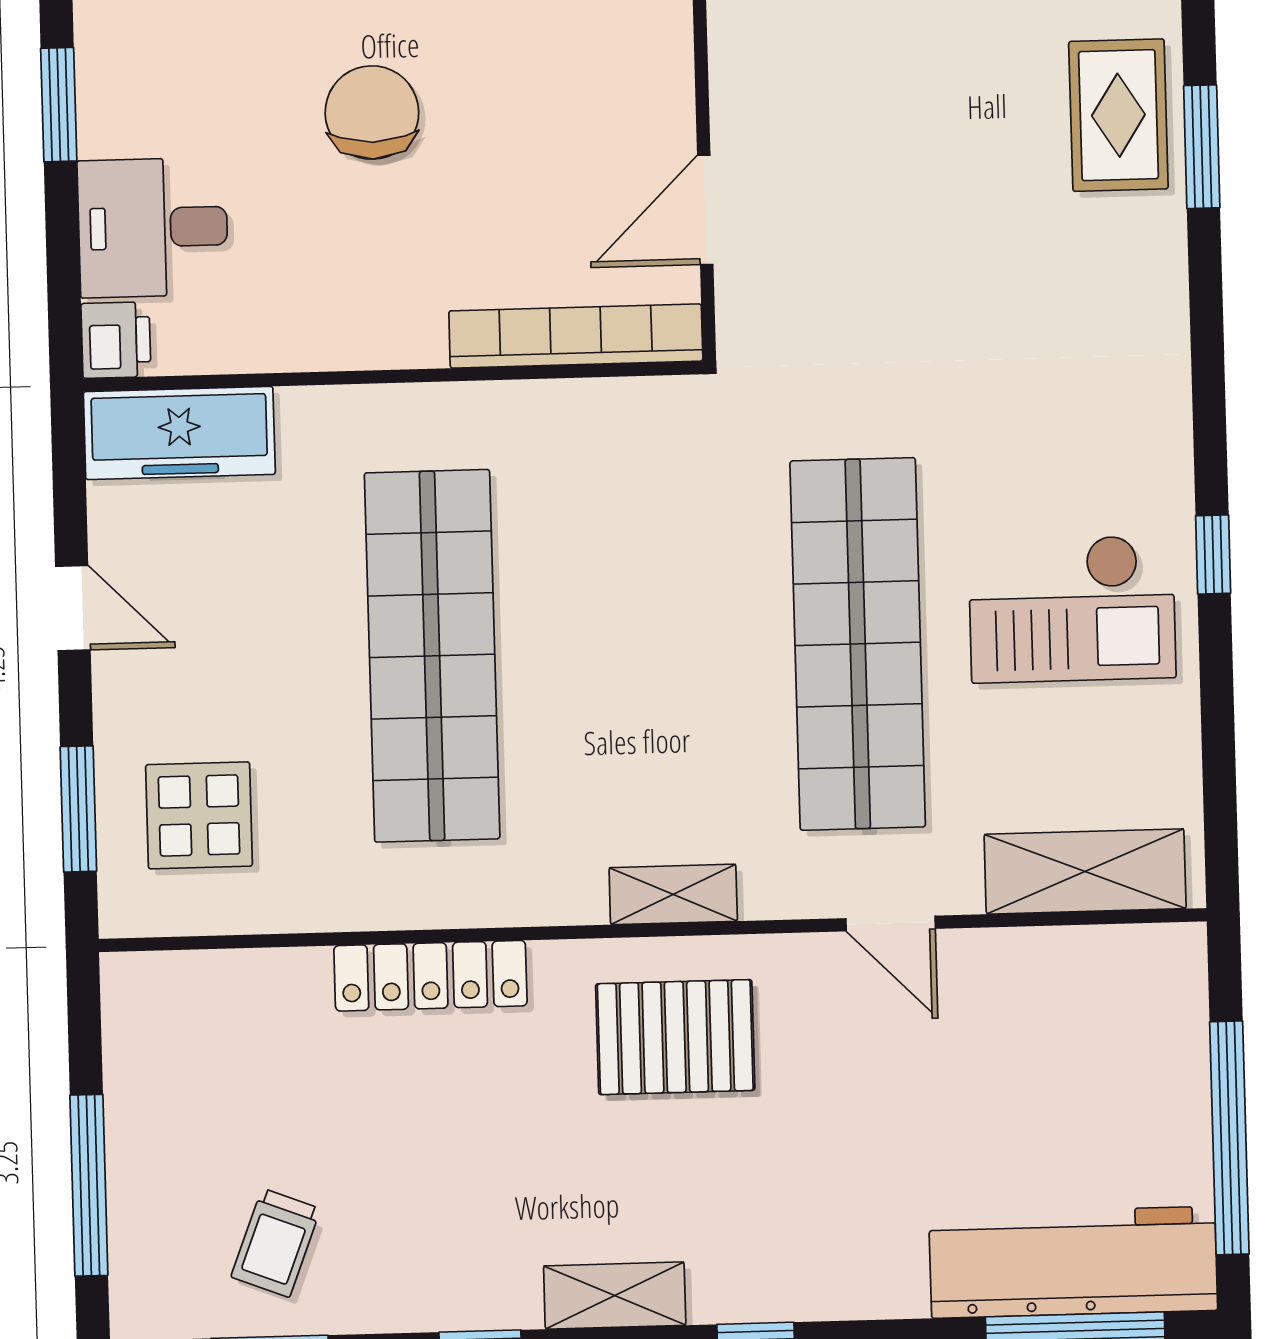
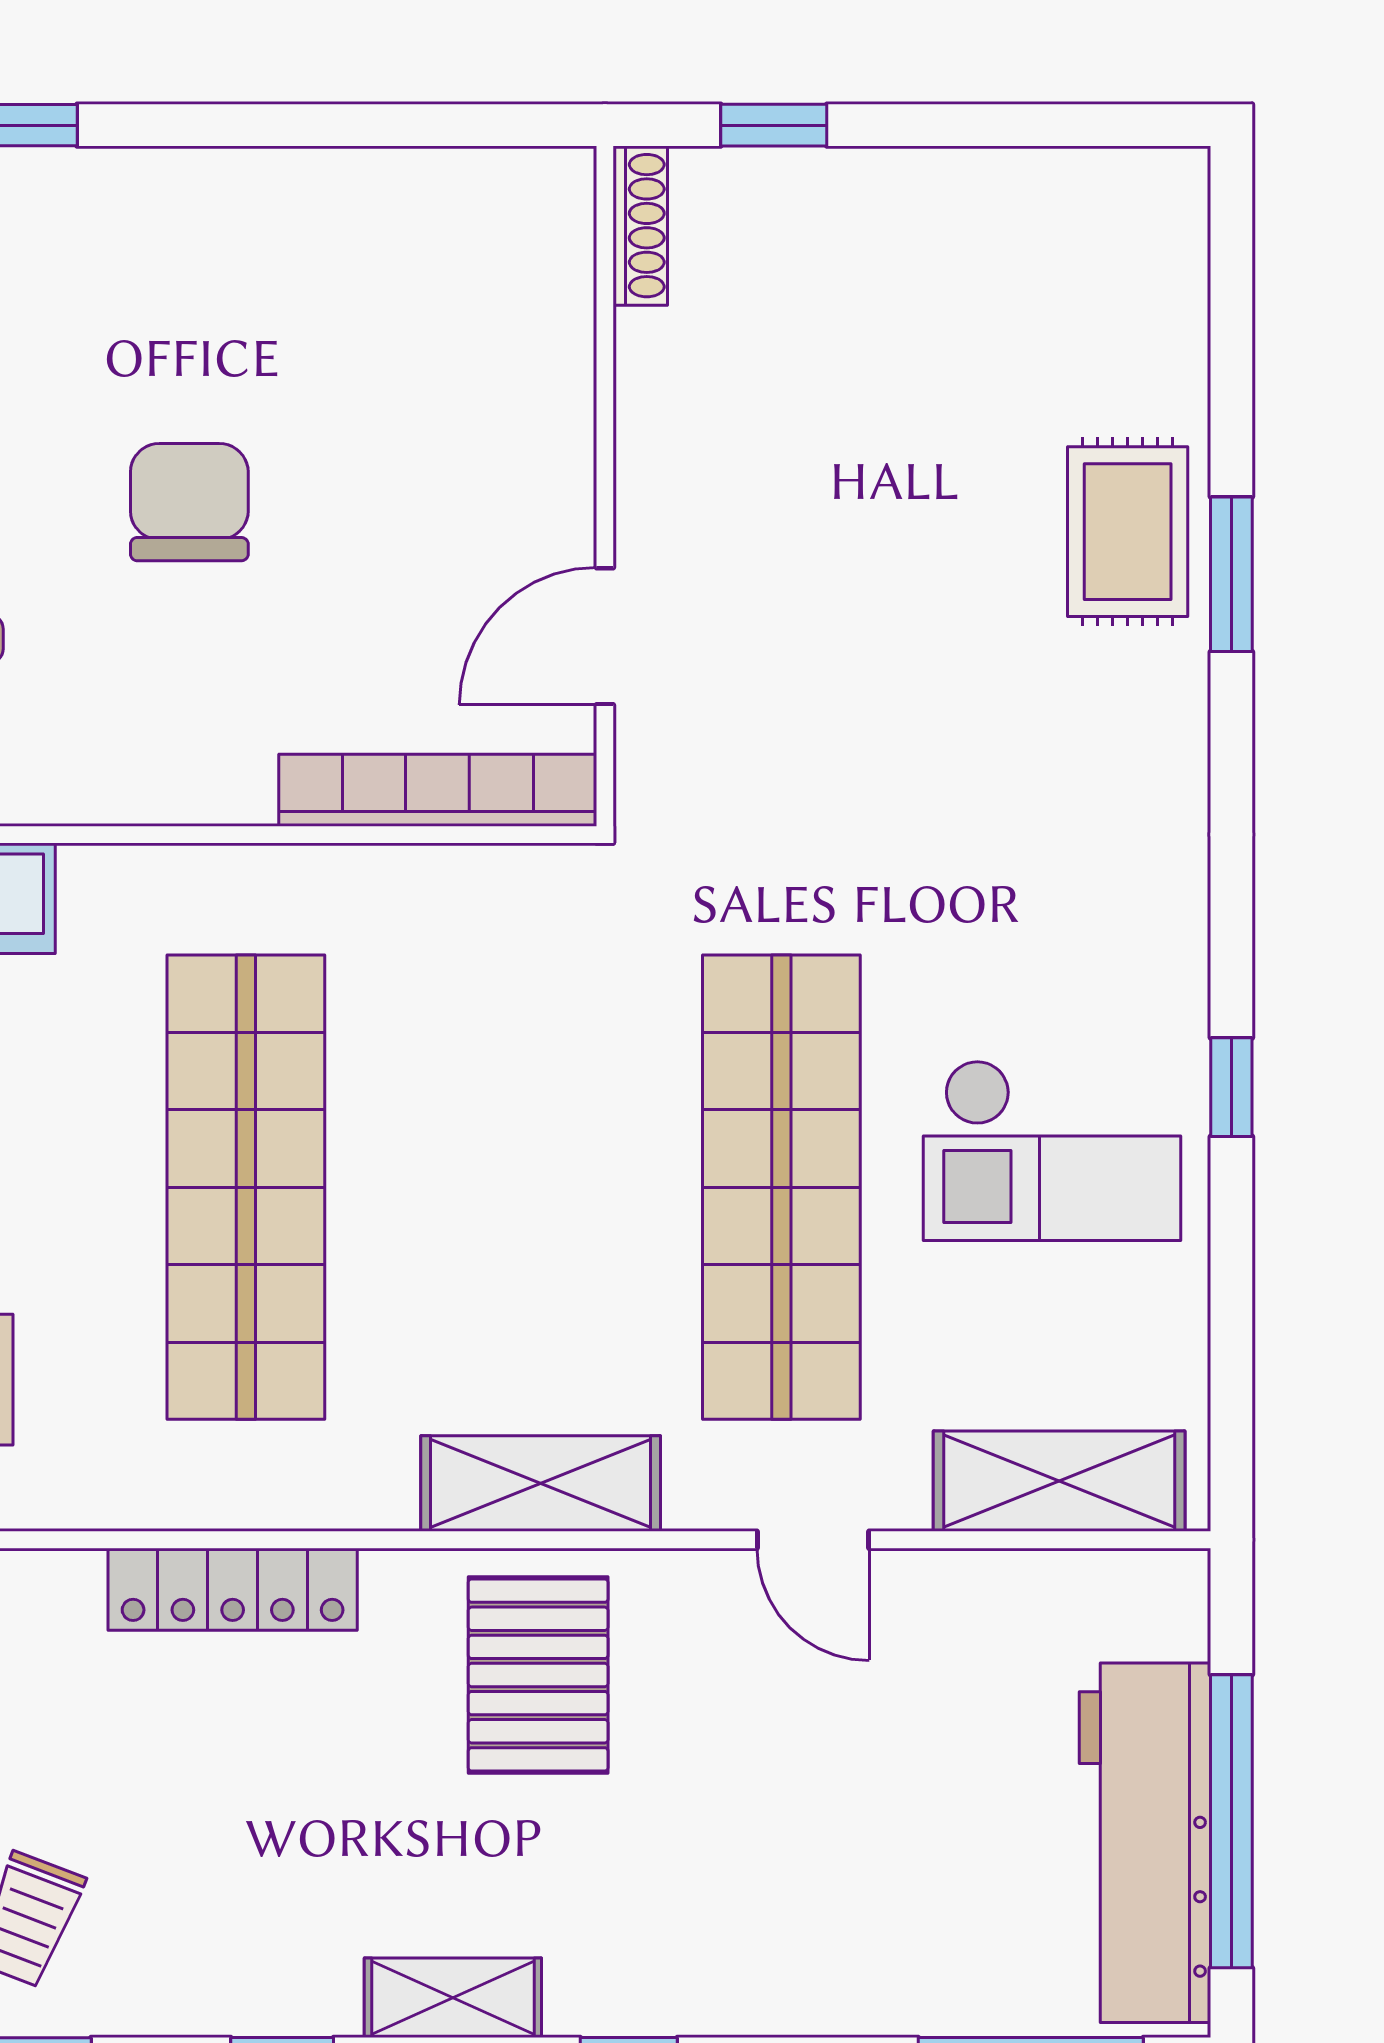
shelving: (673, 894) -> (541, 1484), width x1.50, depth x1.33
pallet: (675, 1037) -> (538, 1675), turned 90
workbench: (1073, 1262) -> (1145, 1843), moved, turned -90

